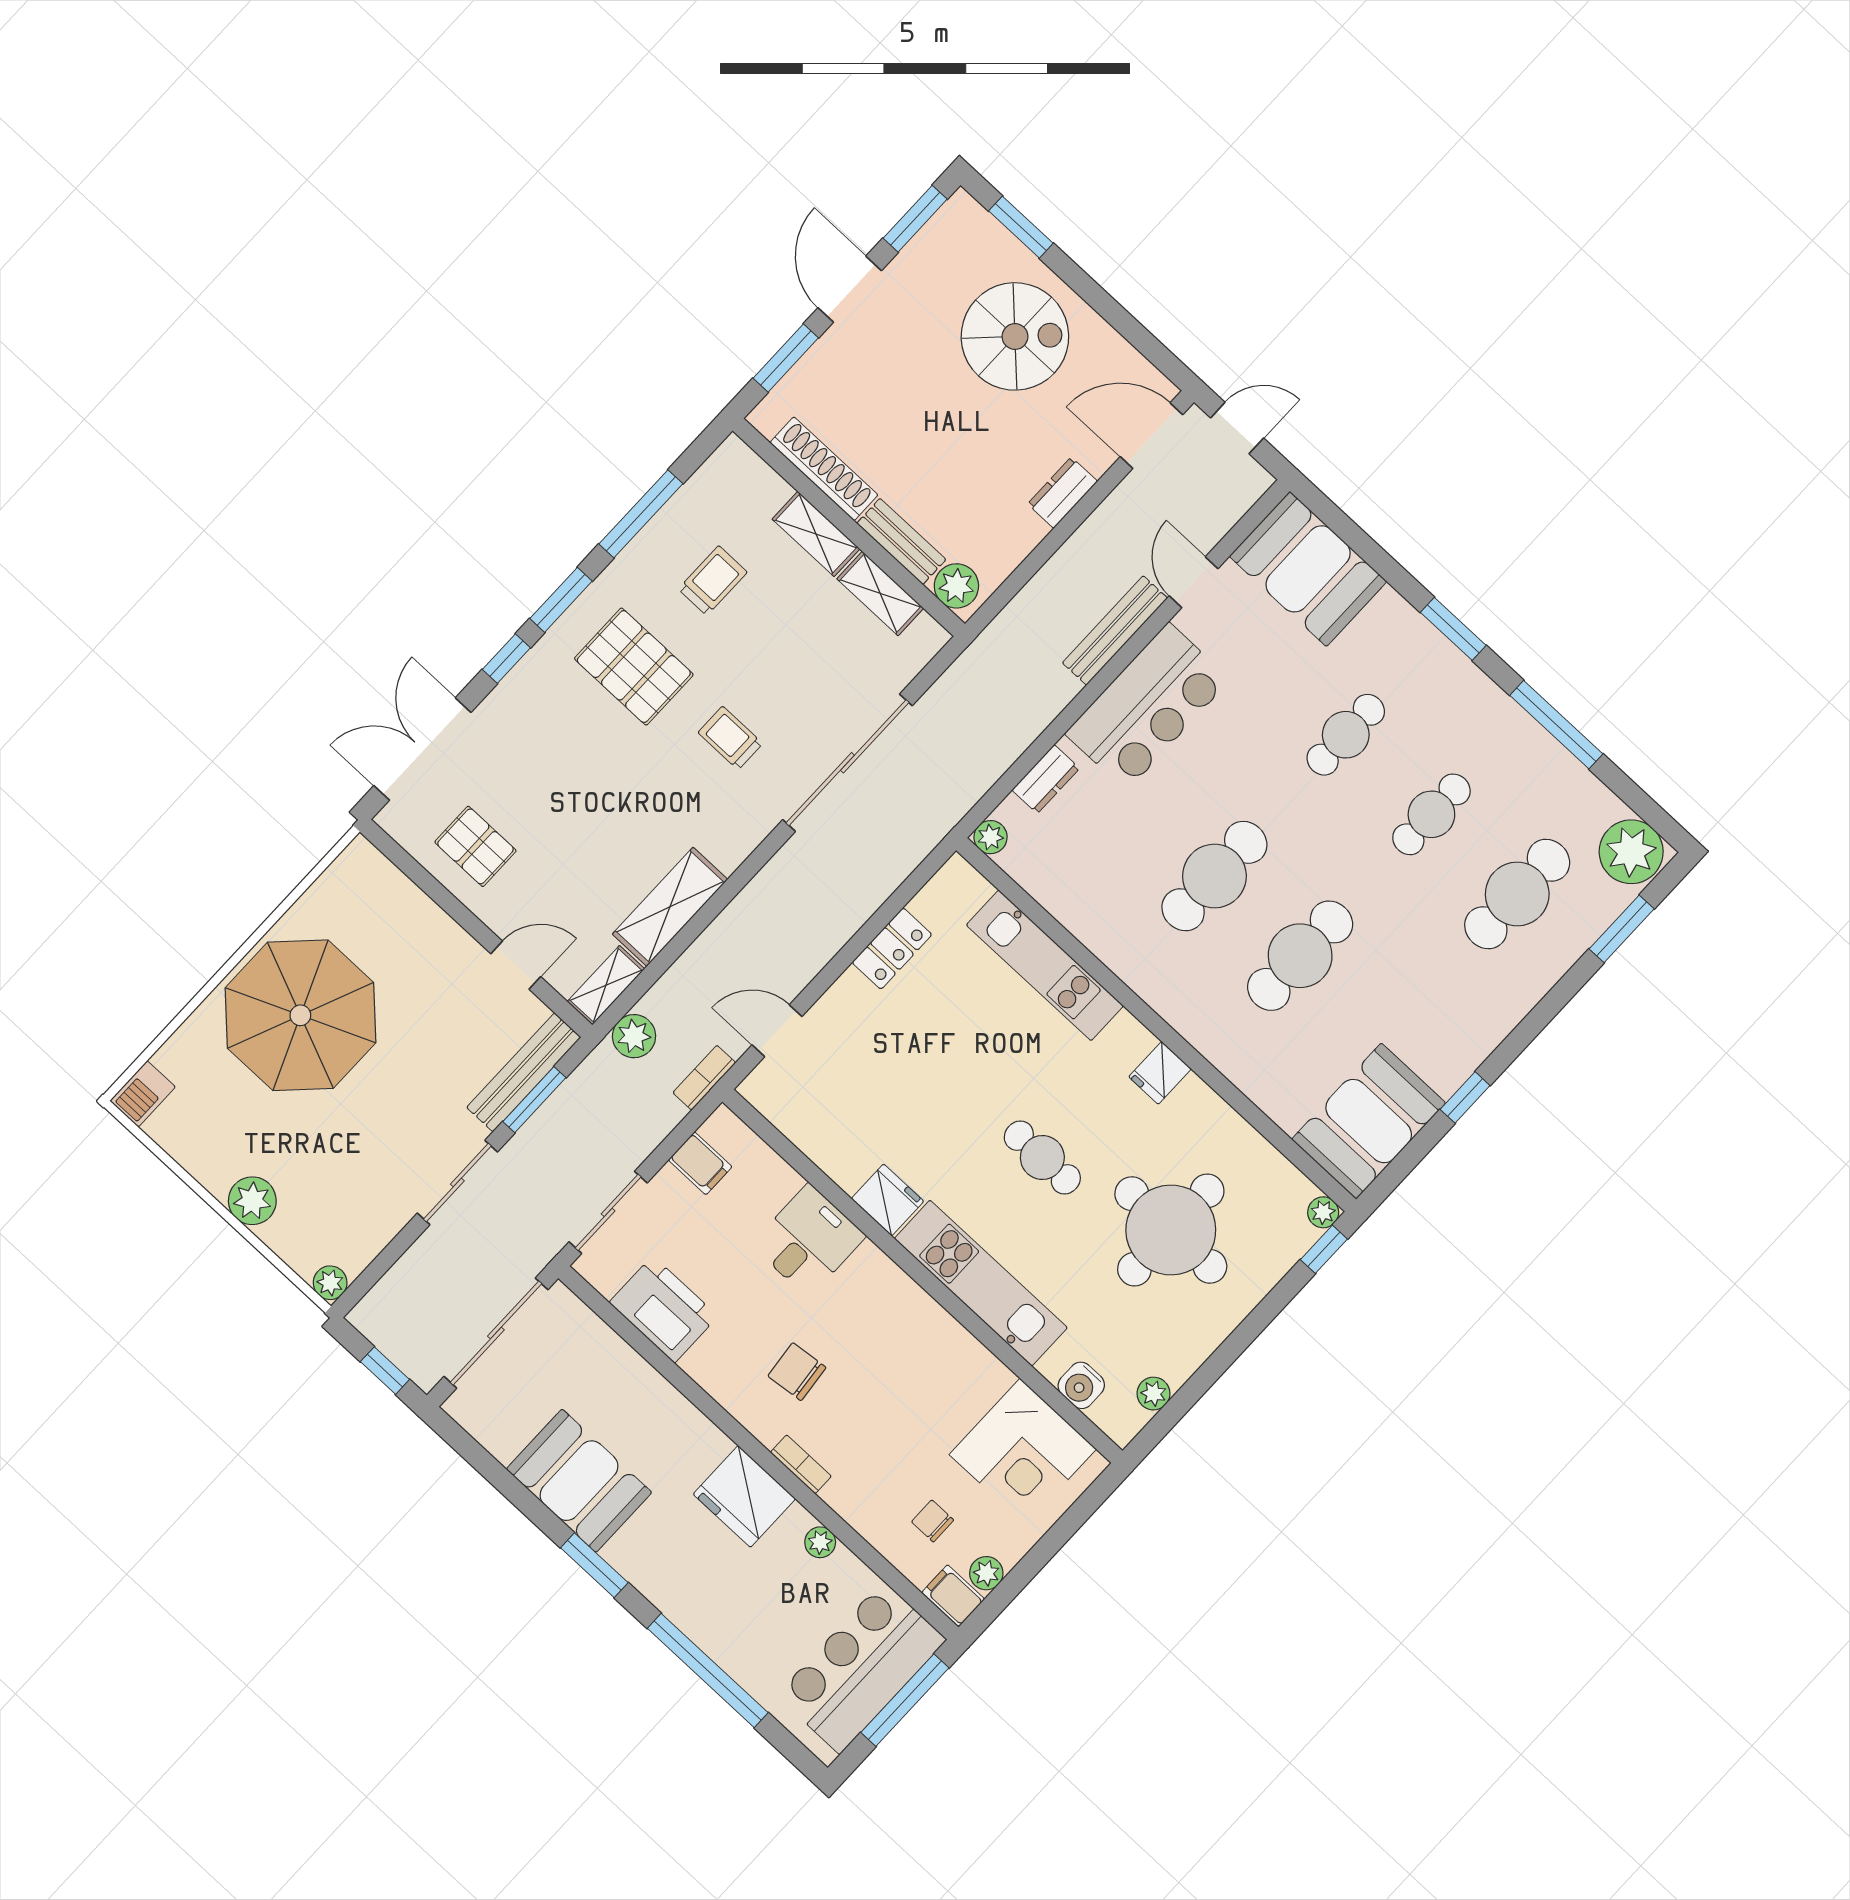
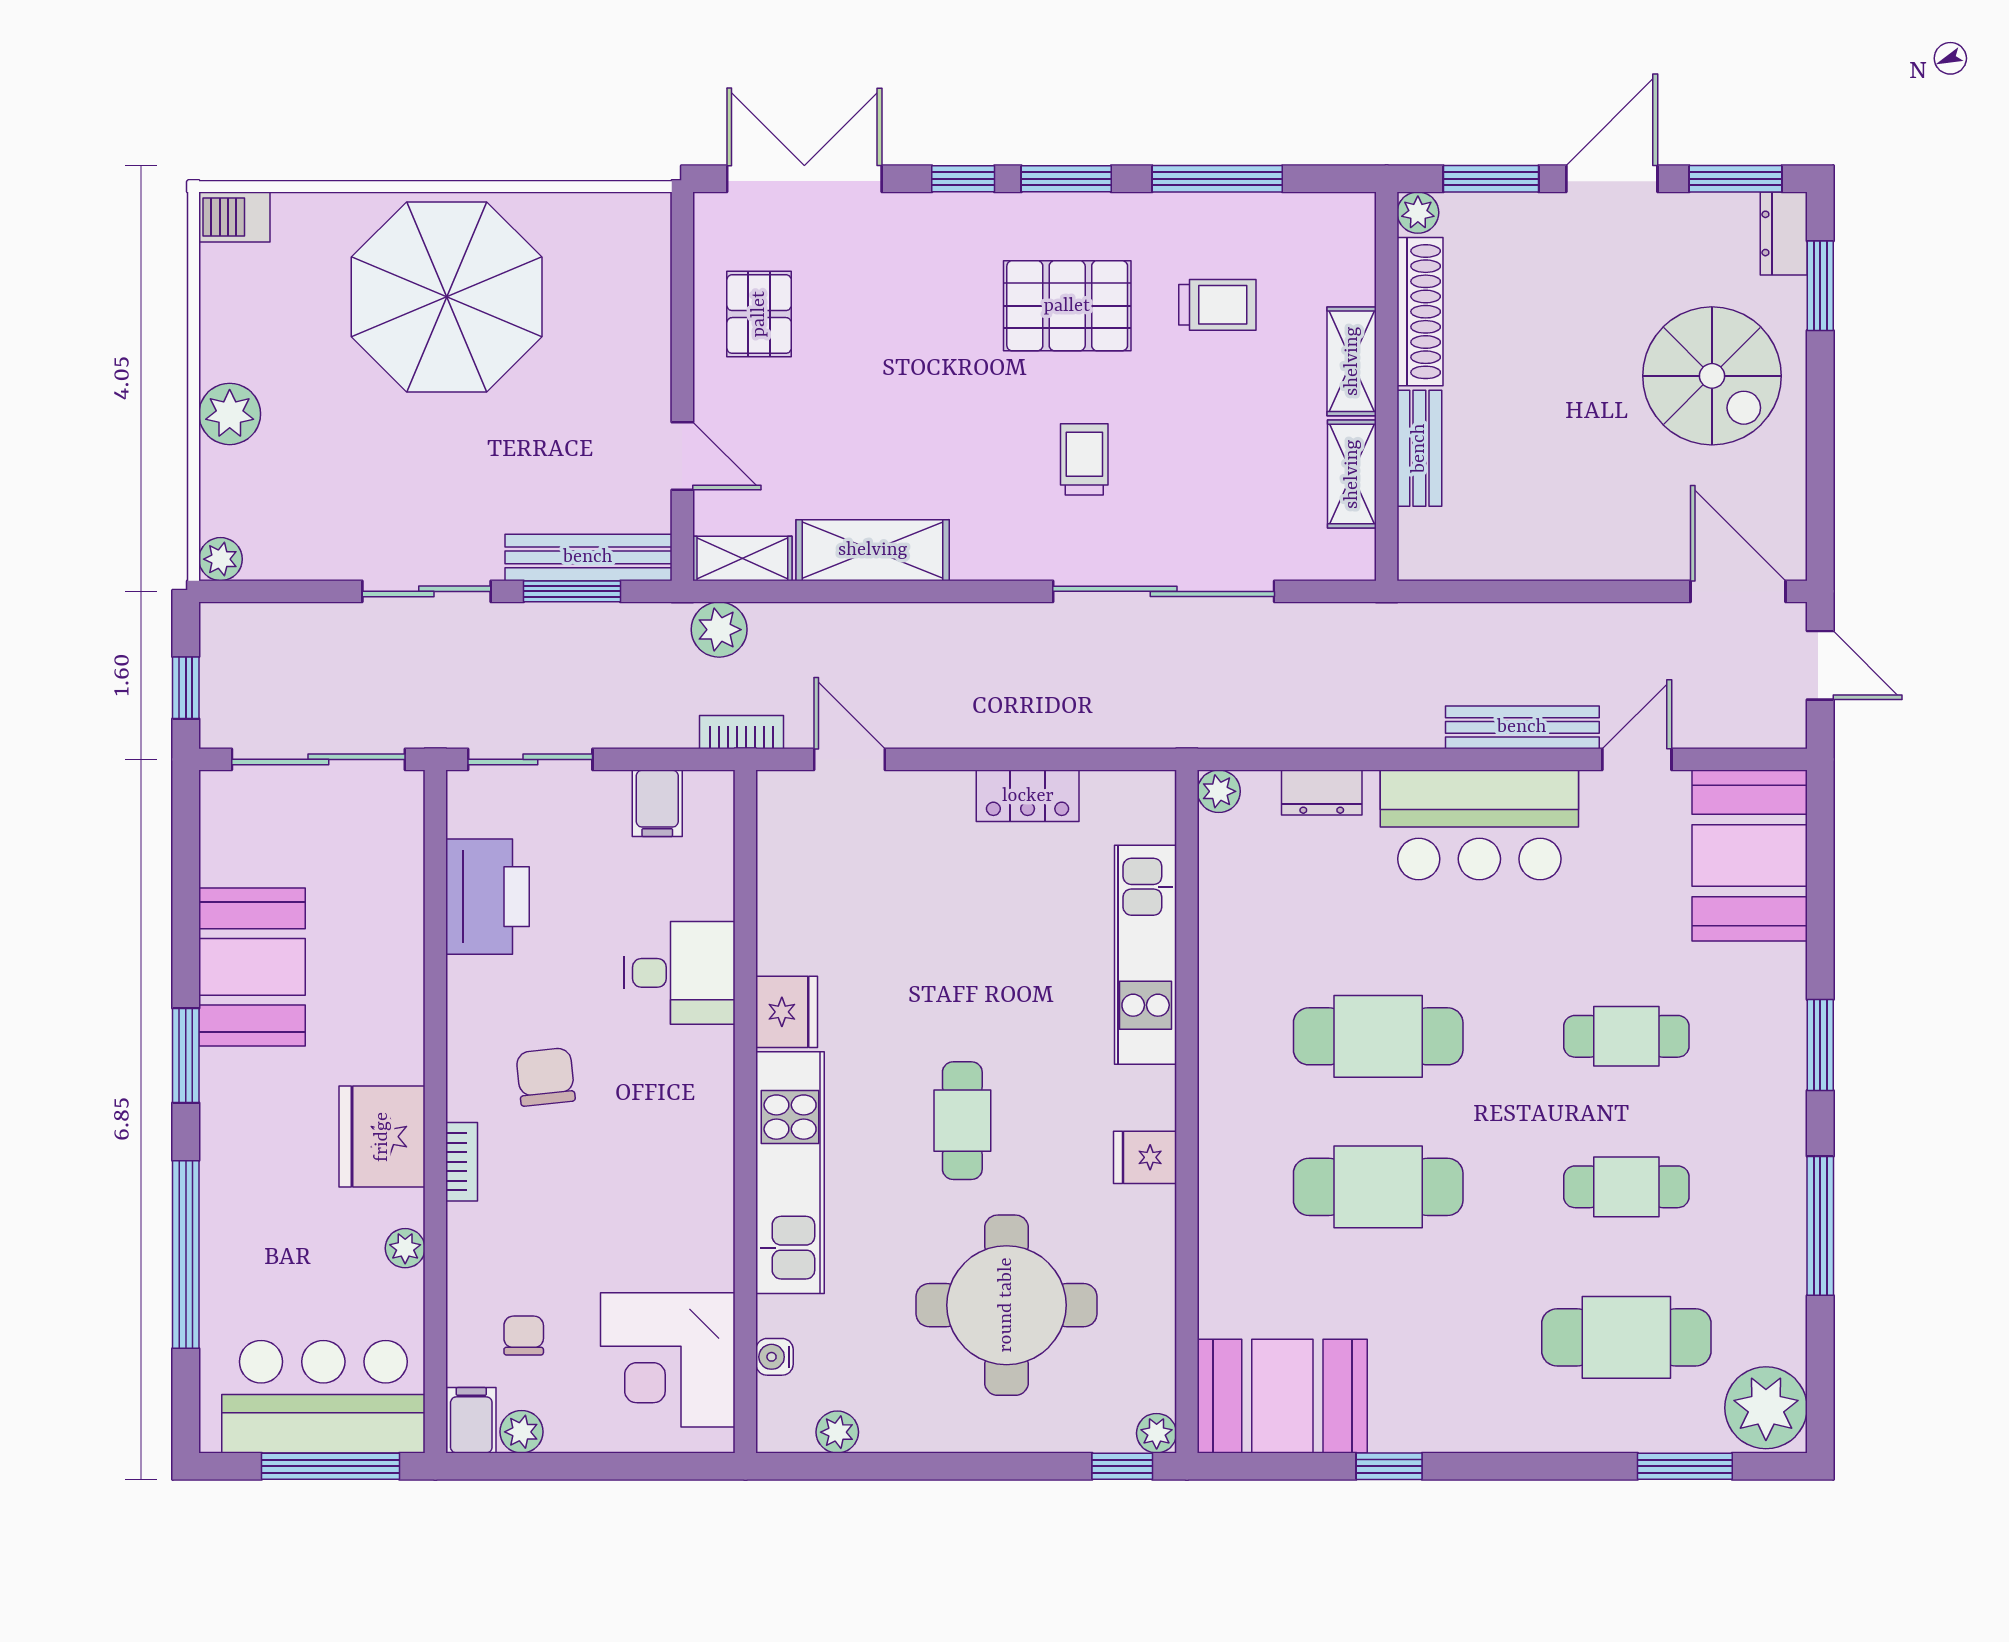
dresser: (1063, 493) -> (1784, 233), moved, turned -90
plant: (956, 586) -> (1418, 213), moved, width x0.73, depth x0.73
pallet: (634, 667) -> (1067, 306), turned 90
water cooler: (1081, 1385) -> (775, 1357), width x0.72, depth x0.72

